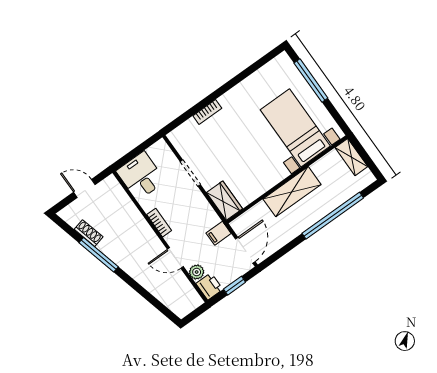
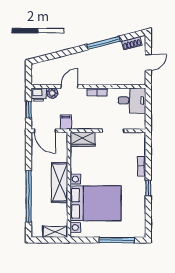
window: (227, 87) -> (148, 188), added
bed with nightstands: (295, 128) -> (96, 203), width x1.36
shoe rack: (89, 233) -> (132, 43), moved

